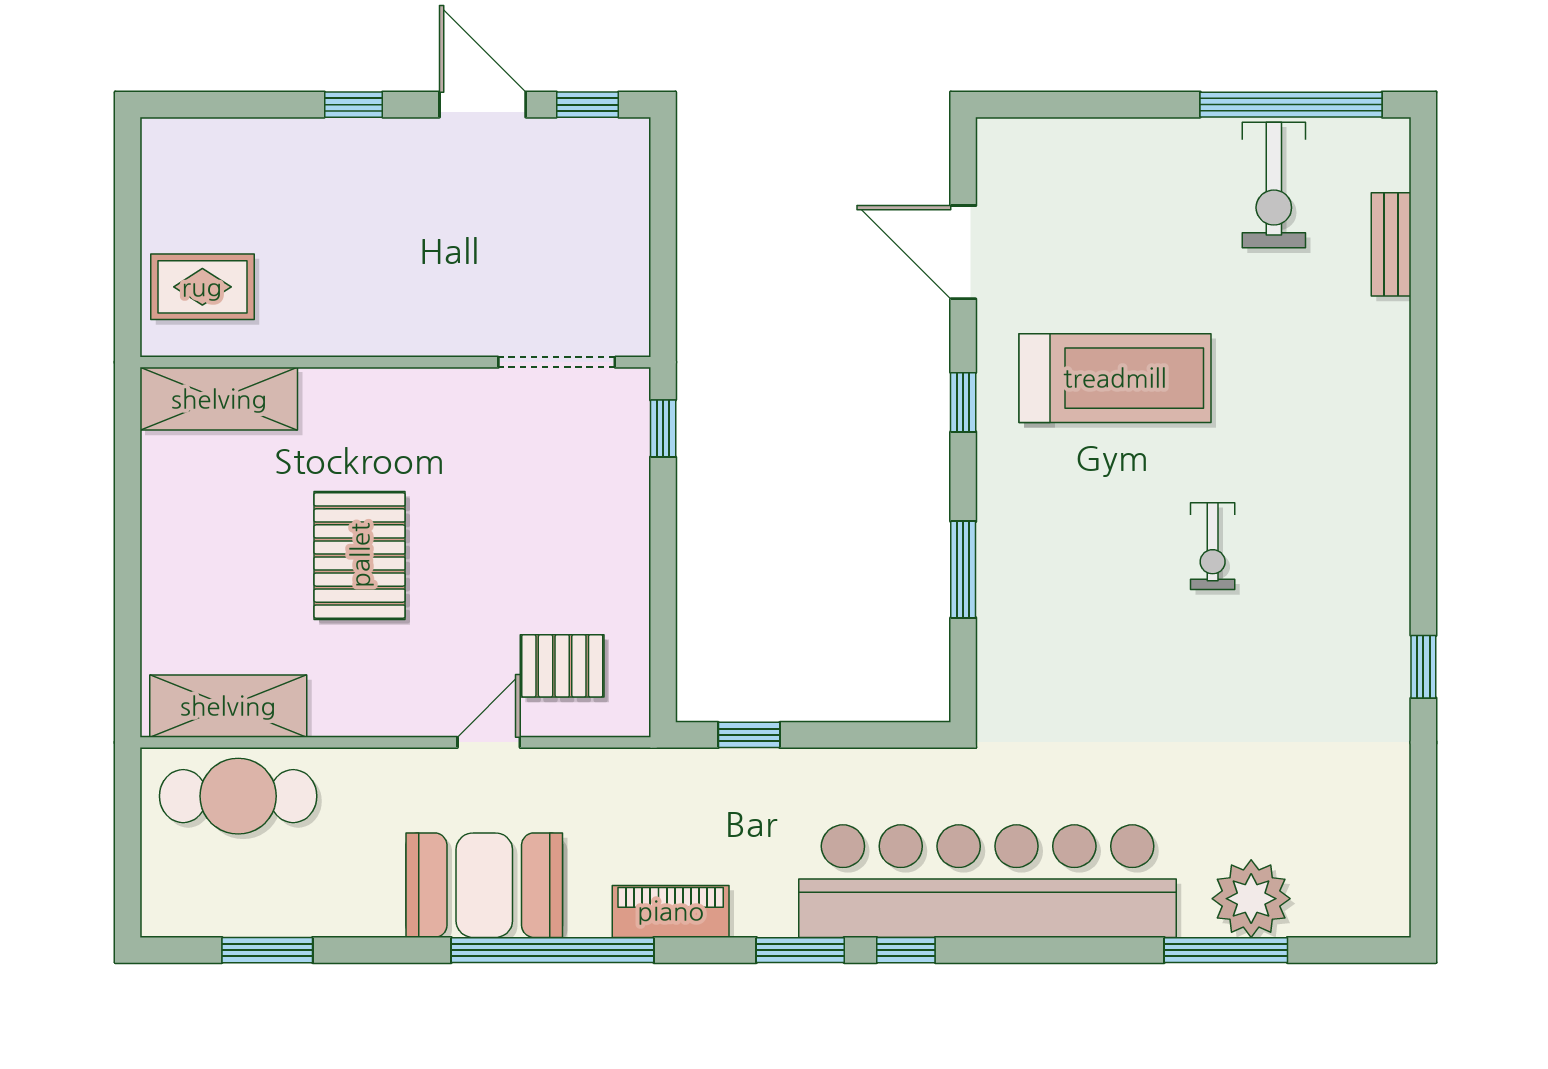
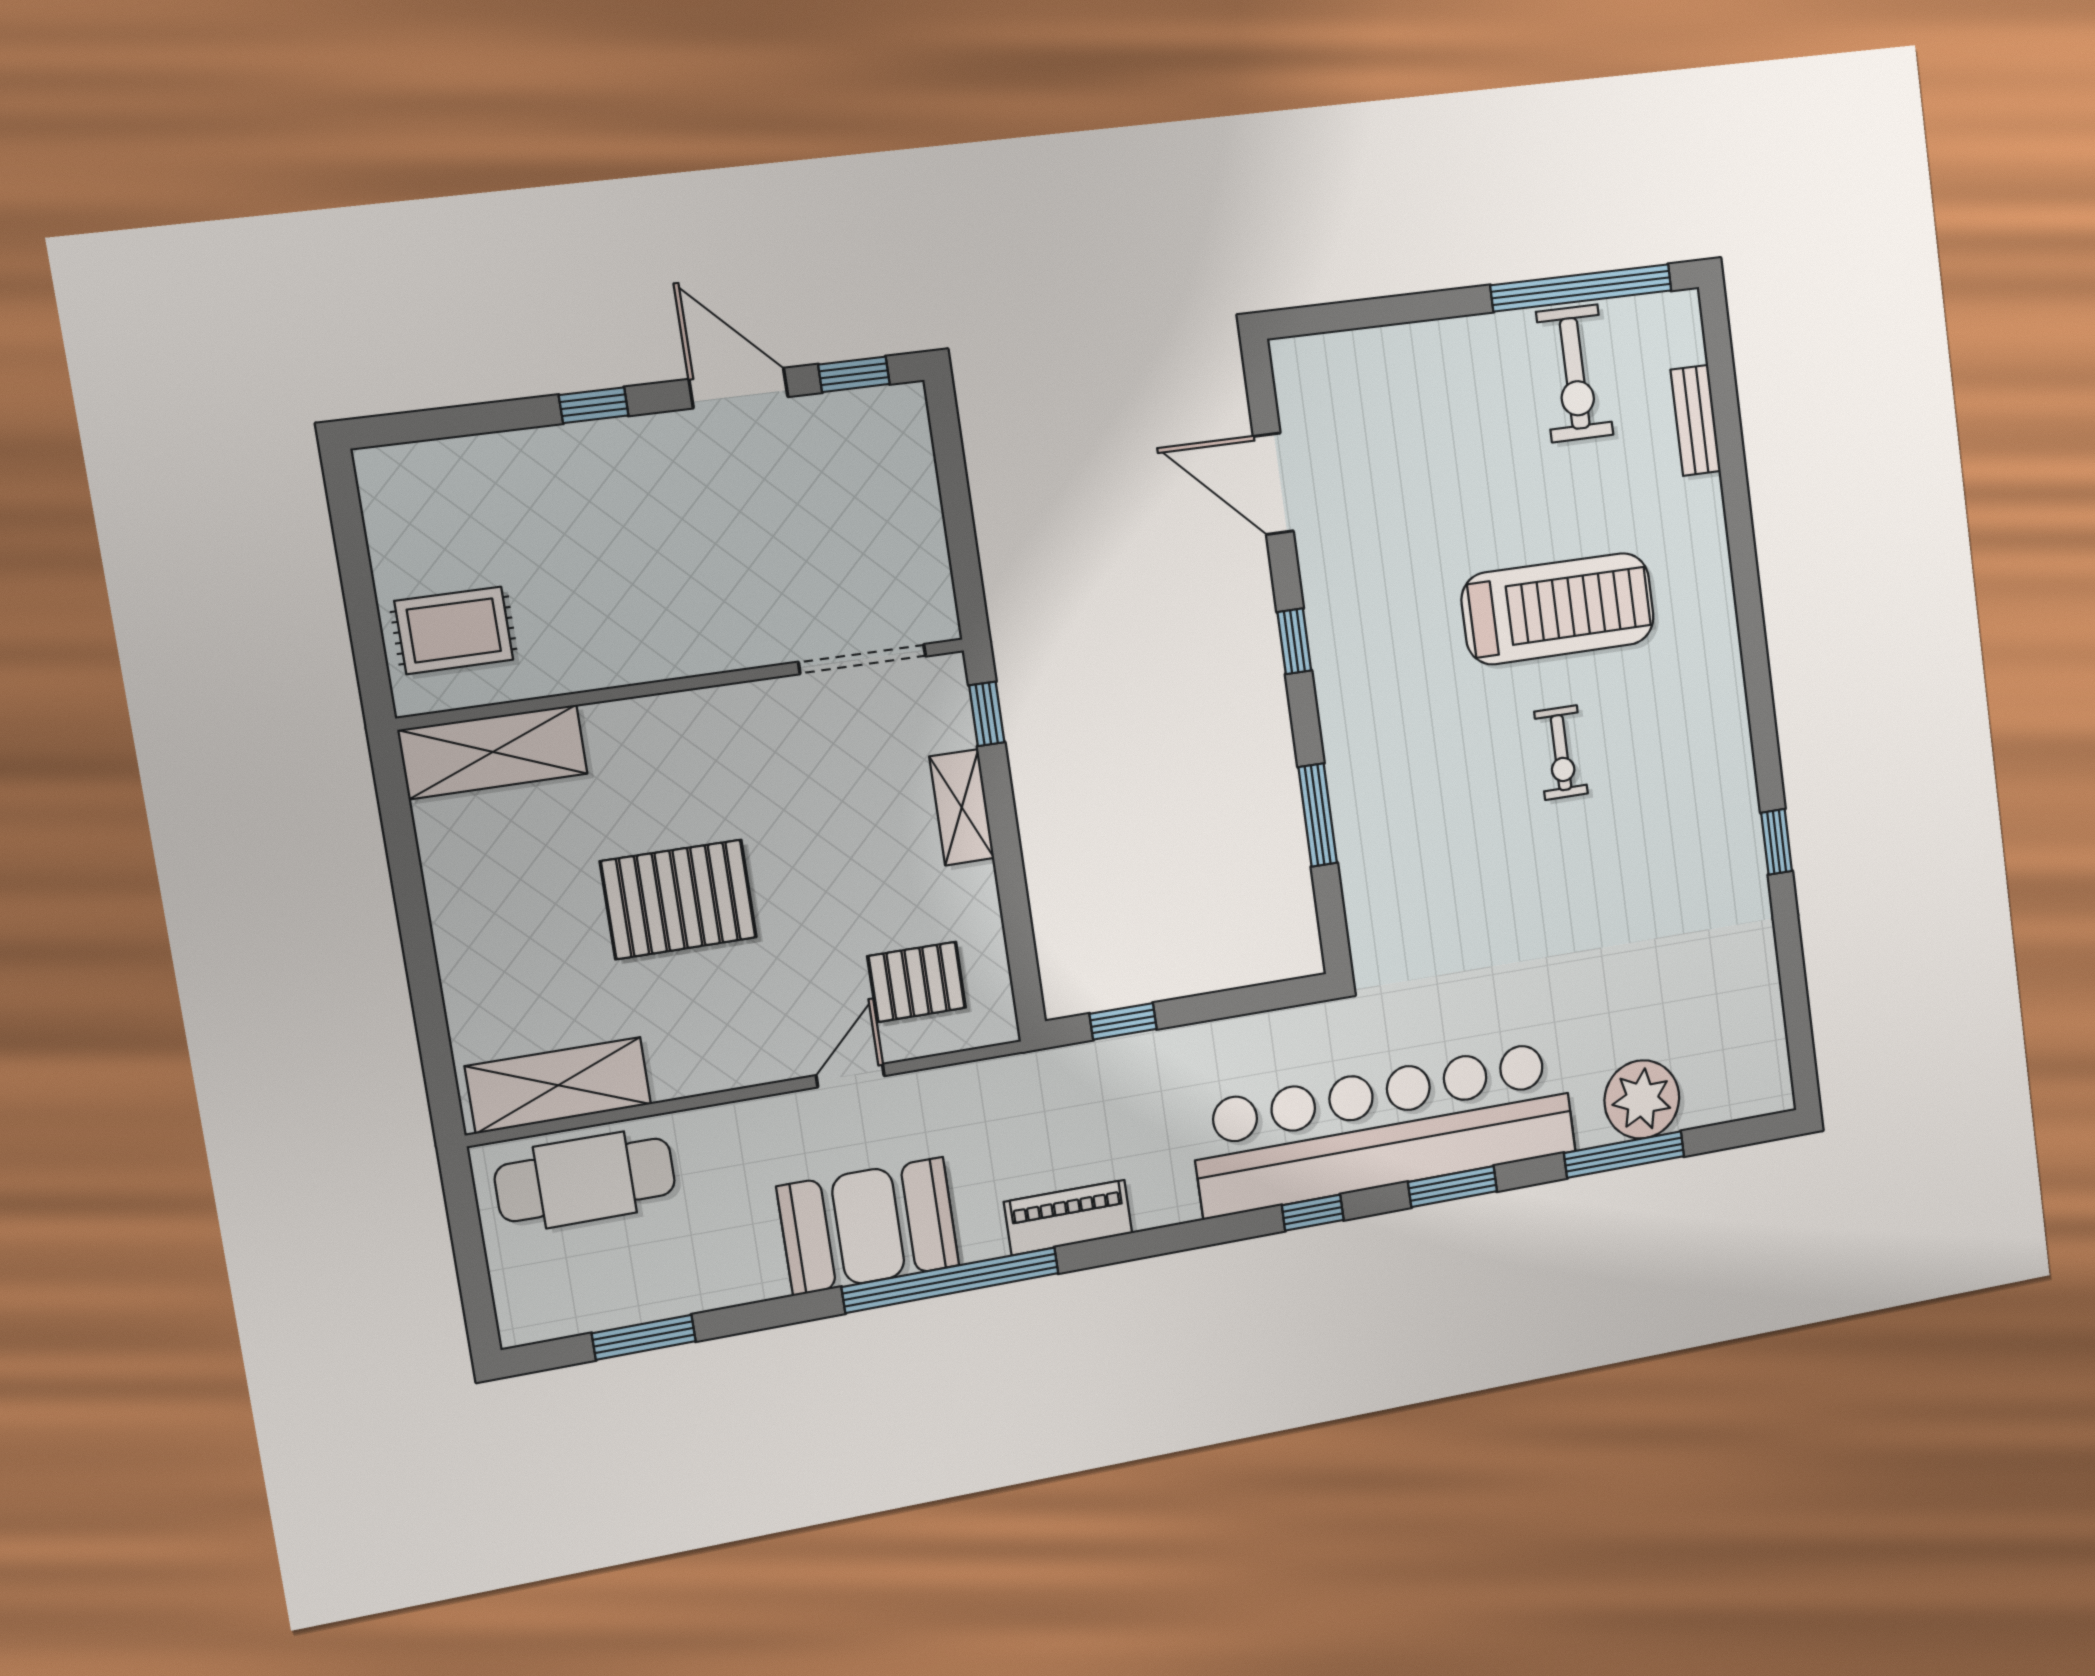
treadmill: (1115, 378) -> (1558, 609), moved
shelving: (627, 511) -> (962, 807), added
pallet: (360, 555) -> (678, 899), turned 90
window: (800, 950) -> (1453, 1187), moved

